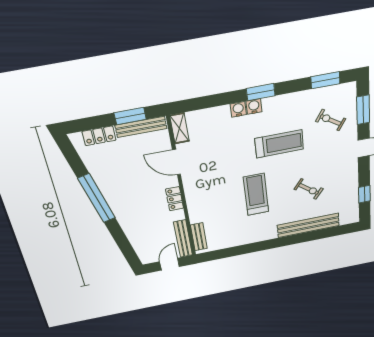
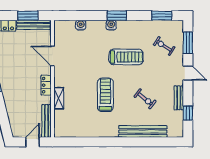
water cooler: (238, 109) -> (81, 25), moved
shelving: (179, 128) -> (59, 98), moved
bench: (199, 237) -> (179, 98), moved

